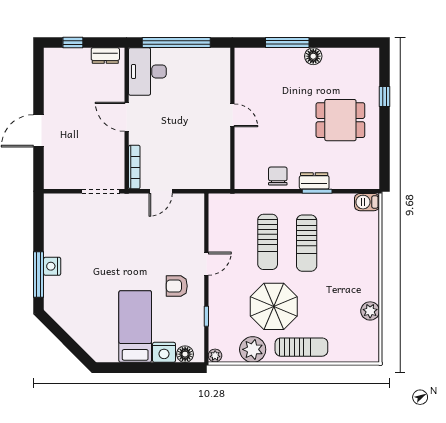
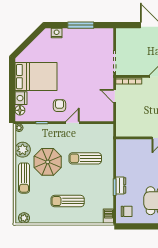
chair: (278, 176) -> (127, 211), moved
sun lounger: (307, 243) -> (68, 201), moved
door: (206, 264) -> (73, 123), swing flipped
nightstand: (52, 266) -> (57, 33), moved
window: (39, 275) -> (81, 25), moved
plant: (370, 311) -> (24, 218), moved
bed: (135, 326) -> (36, 77), width x1.50

